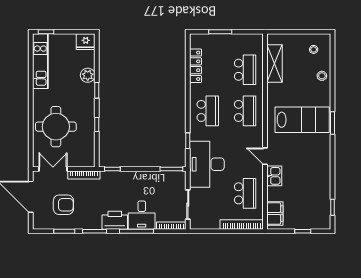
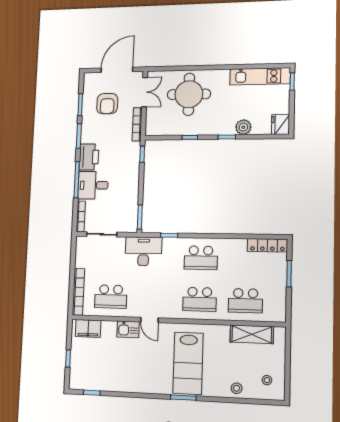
locker: (196, 66) -> (267, 245), moved
door: (265, 156) -> (149, 320), swing flipped
desk: (207, 164) -> (143, 251), width x0.73, depth x0.77

